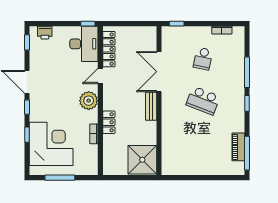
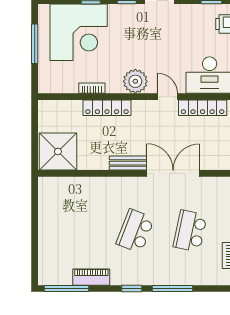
school desk: (203, 59) -> (190, 231), width x1.85
locker: (109, 122) -> (107, 108), width x1.53
piano: (238, 147) -> (91, 277), moved

